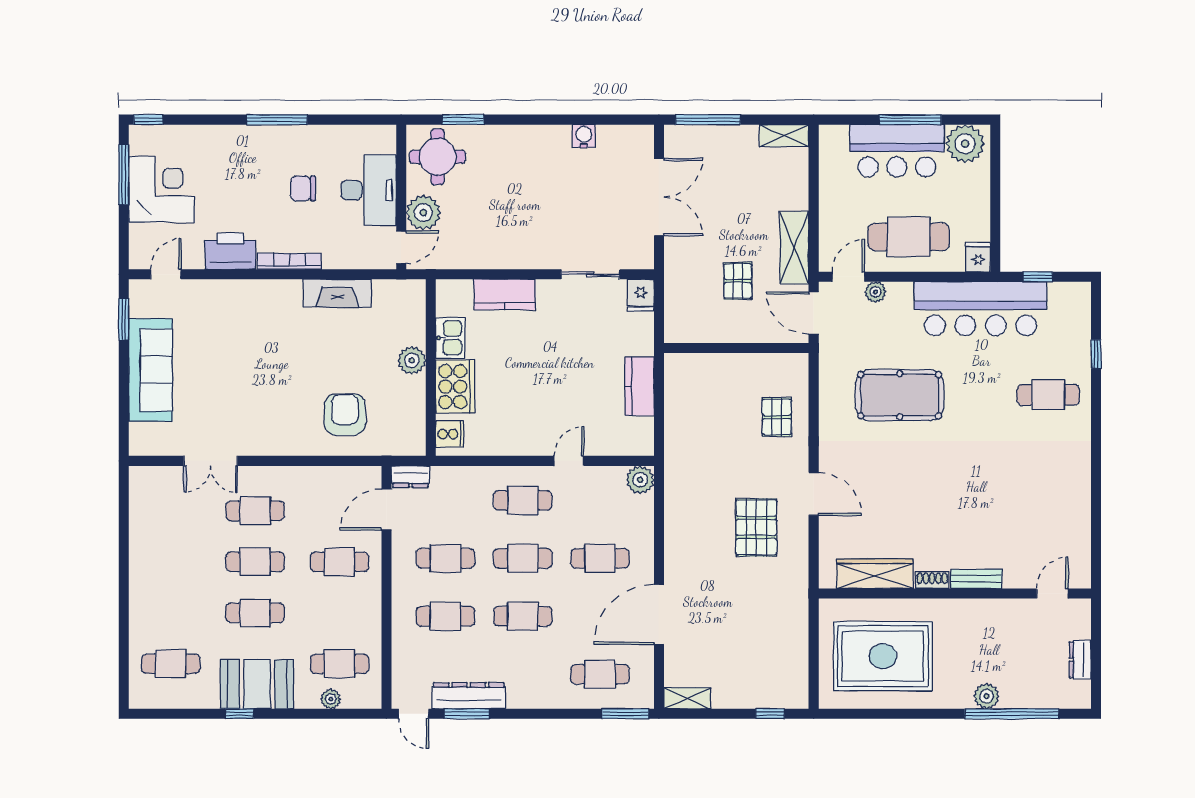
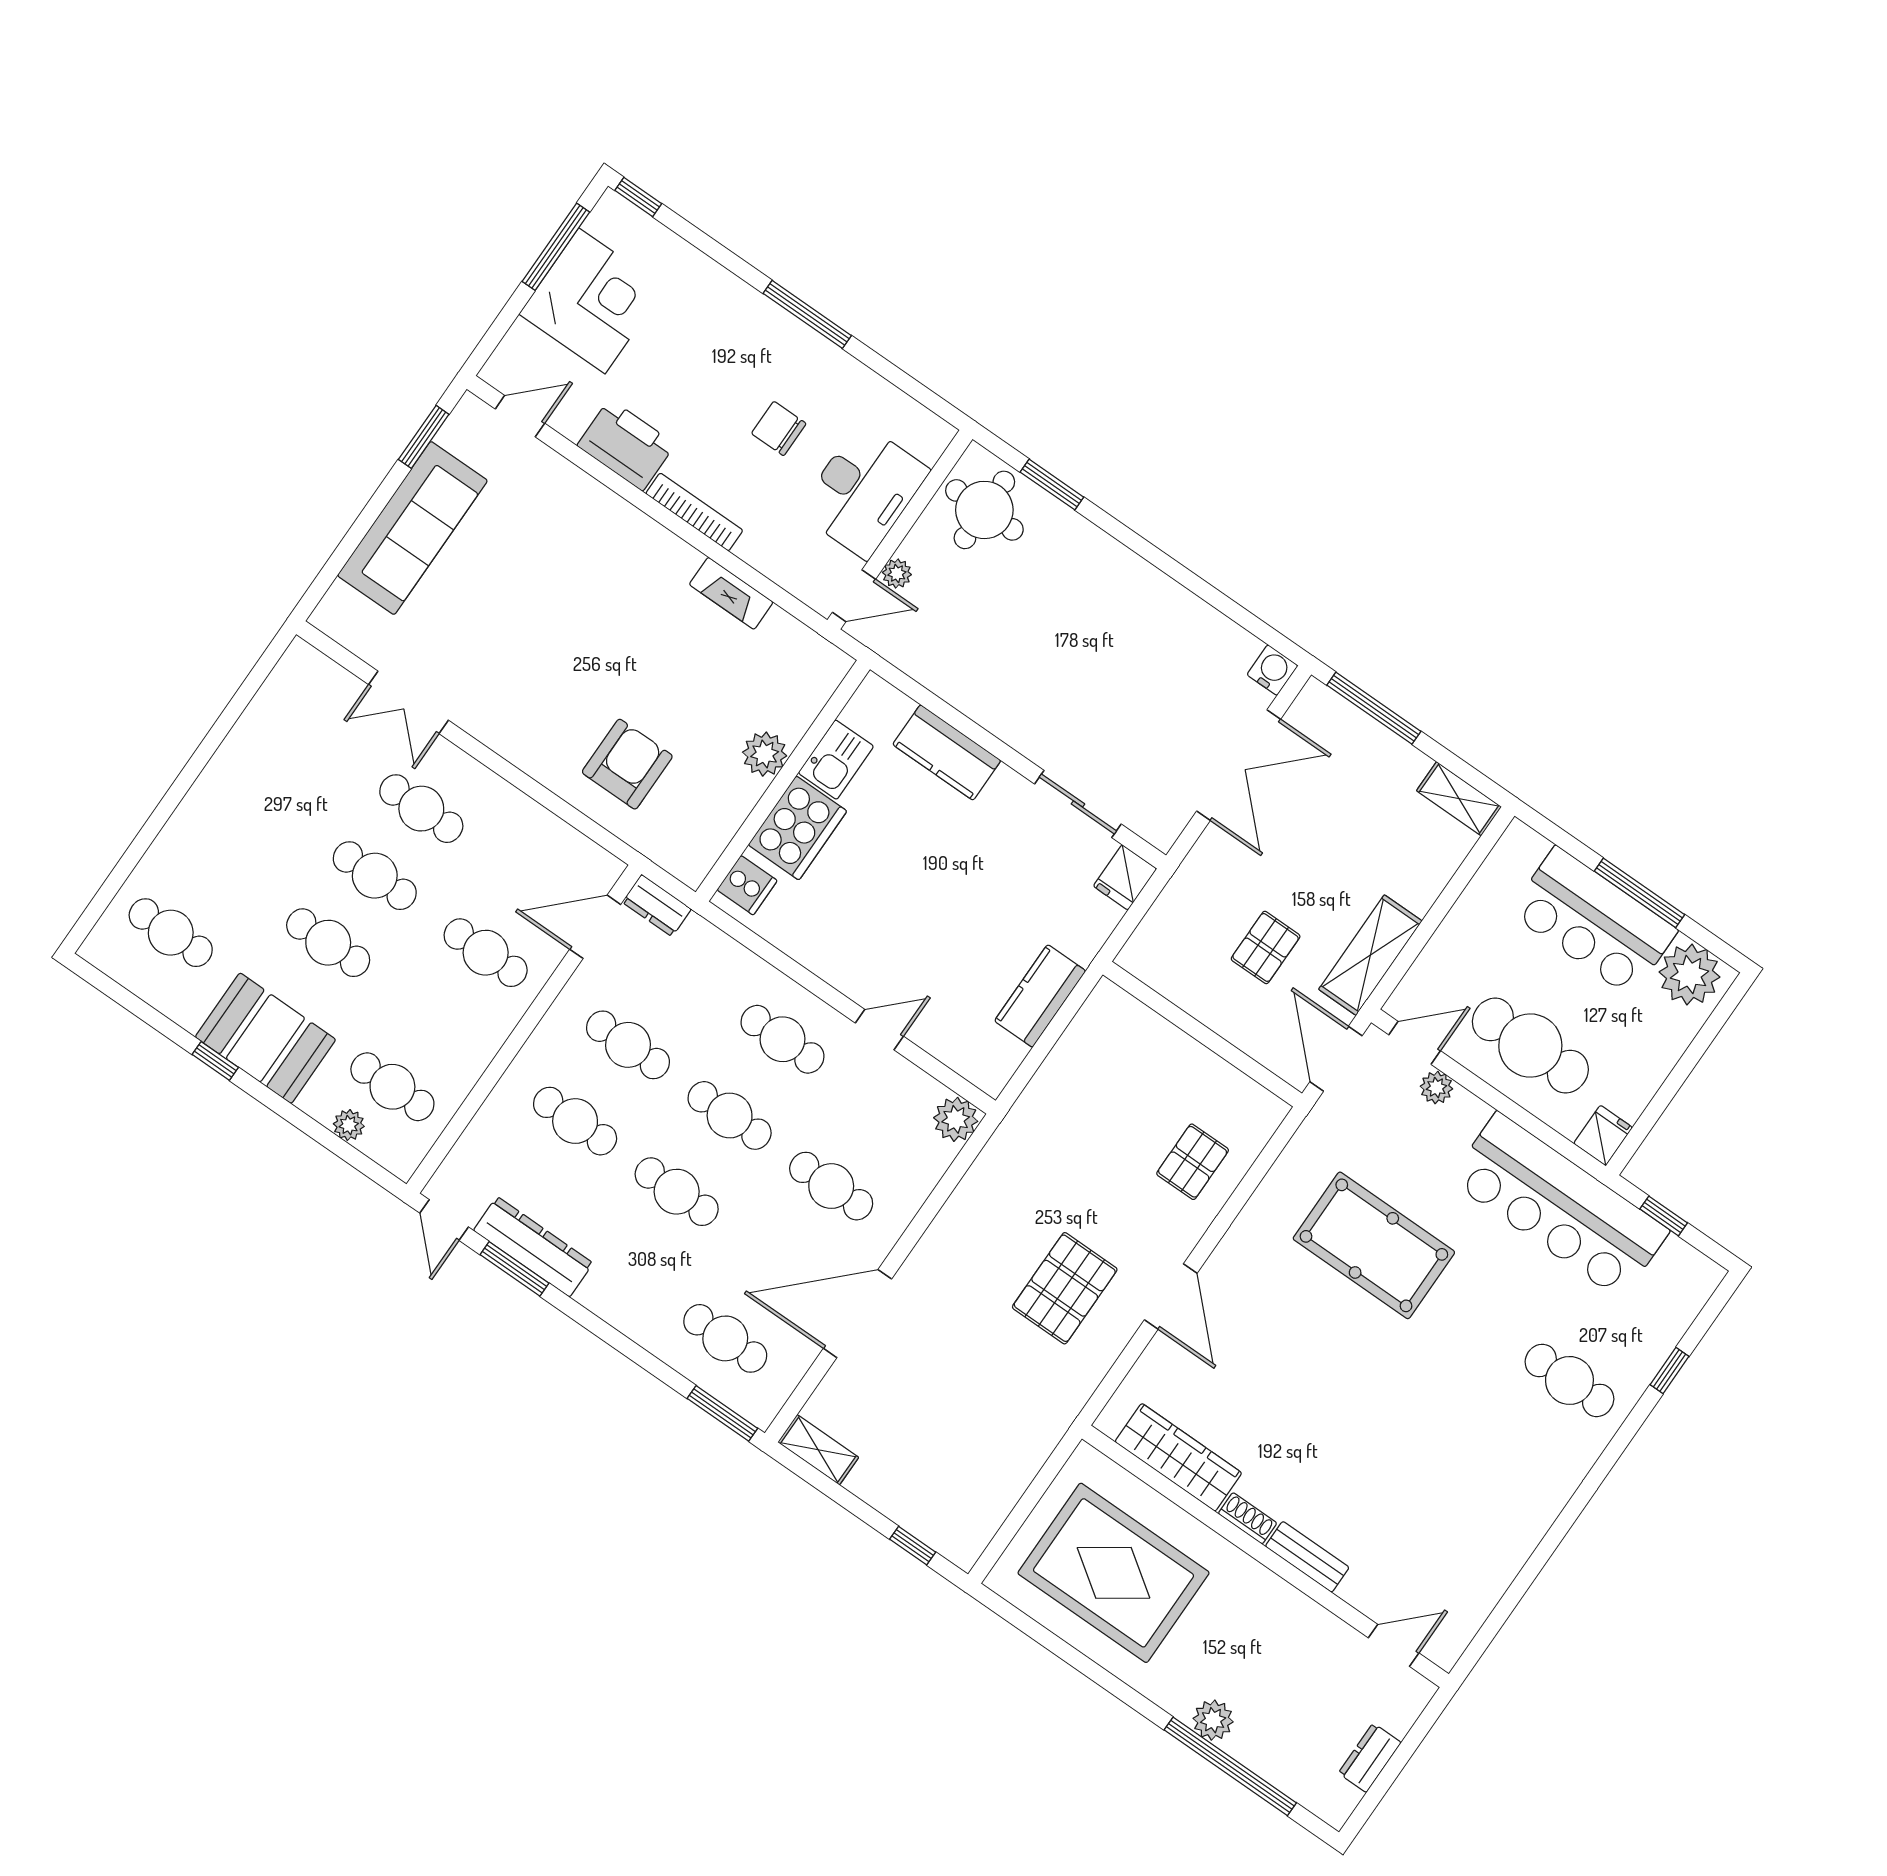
water cooler: (584, 136) -> (1272, 670), moved
plant: (423, 213) -> (897, 574), width x0.53, depth x0.53
fireplace: (337, 293) -> (731, 593), width x0.73, depth x0.76

